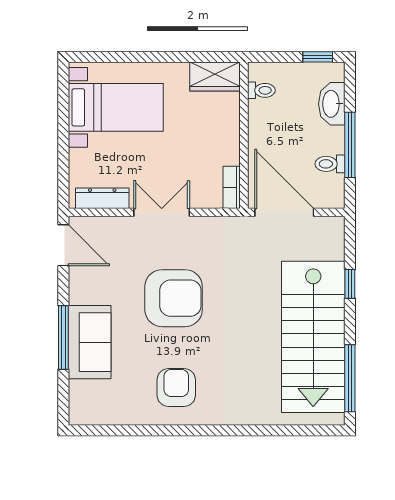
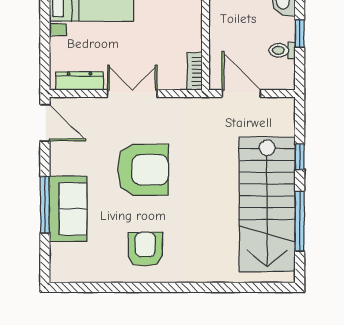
window: (350, 145) -> (300, 33), width x0.46
door: (284, 212) -> (241, 93), width x0.73
window: (350, 378) -> (300, 221), moved

